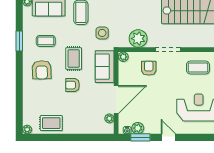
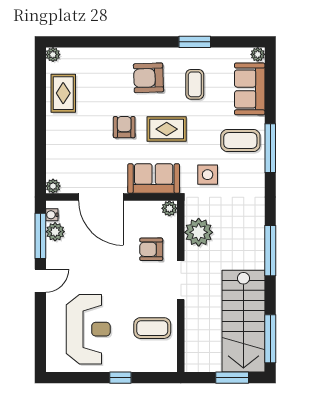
armchair: (149, 68) -> (151, 249), turned 180
coffee table: (198, 68) -> (152, 328), turned 90
plant: (109, 118) -> (53, 186), moved
window: (140, 137) -> (40, 236), width x1.44

